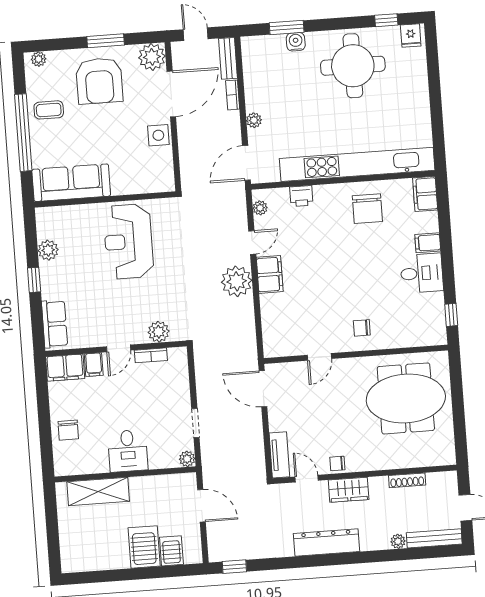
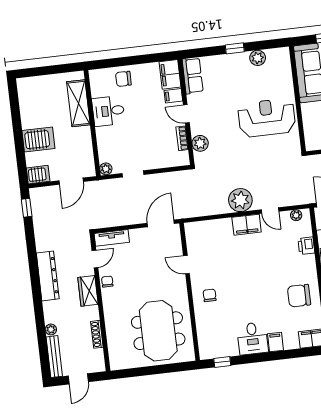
row of seats: (55, 324) -> (193, 76), moved, turned -90
desk: (128, 451) -> (108, 111), moved
server rack: (171, 551) -> (38, 175), moved

